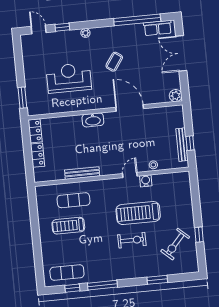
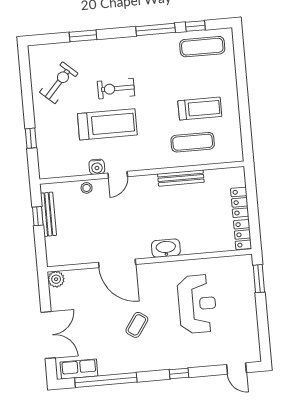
window: (62, 27) -> (179, 374), moved
plant: (85, 33) -> (175, 363), removed
reception desk: (69, 78) -> (197, 304), turned -90
window: (199, 235) -> (31, 138), moved

